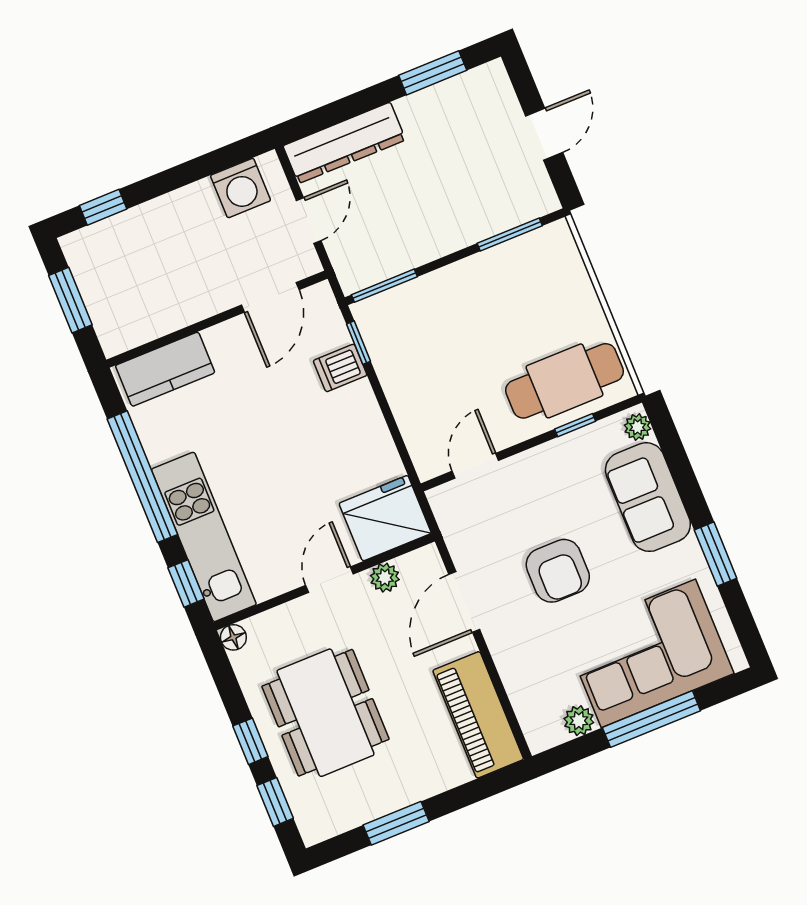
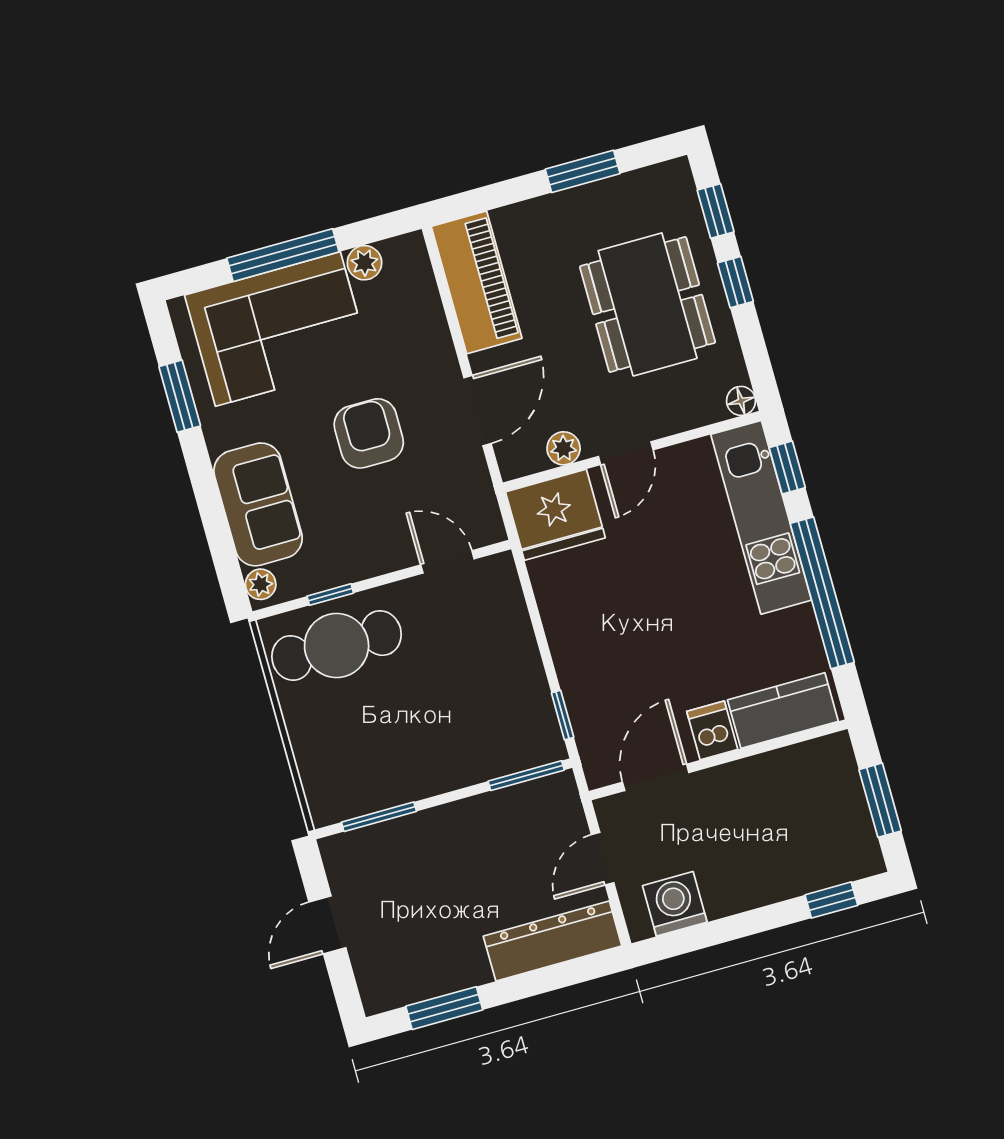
dishwasher: (340, 368) -> (712, 730), moved, turned -90
door: (475, 466) -> (447, 562), swing flipped
window: (716, 554) -> (180, 396), moved

